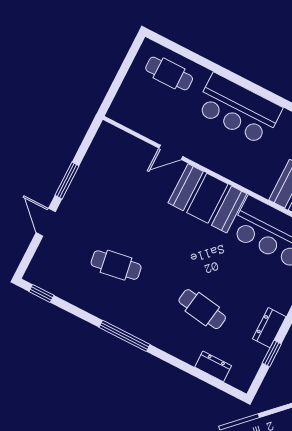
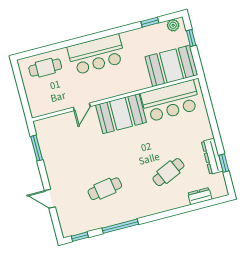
window: (67, 181) -> (37, 148), moved
cafe table: (202, 309) -> (168, 172), turned -33
dresser: (269, 328) -> (212, 156), width x1.44
window: (125, 336) -> (120, 226), moved

